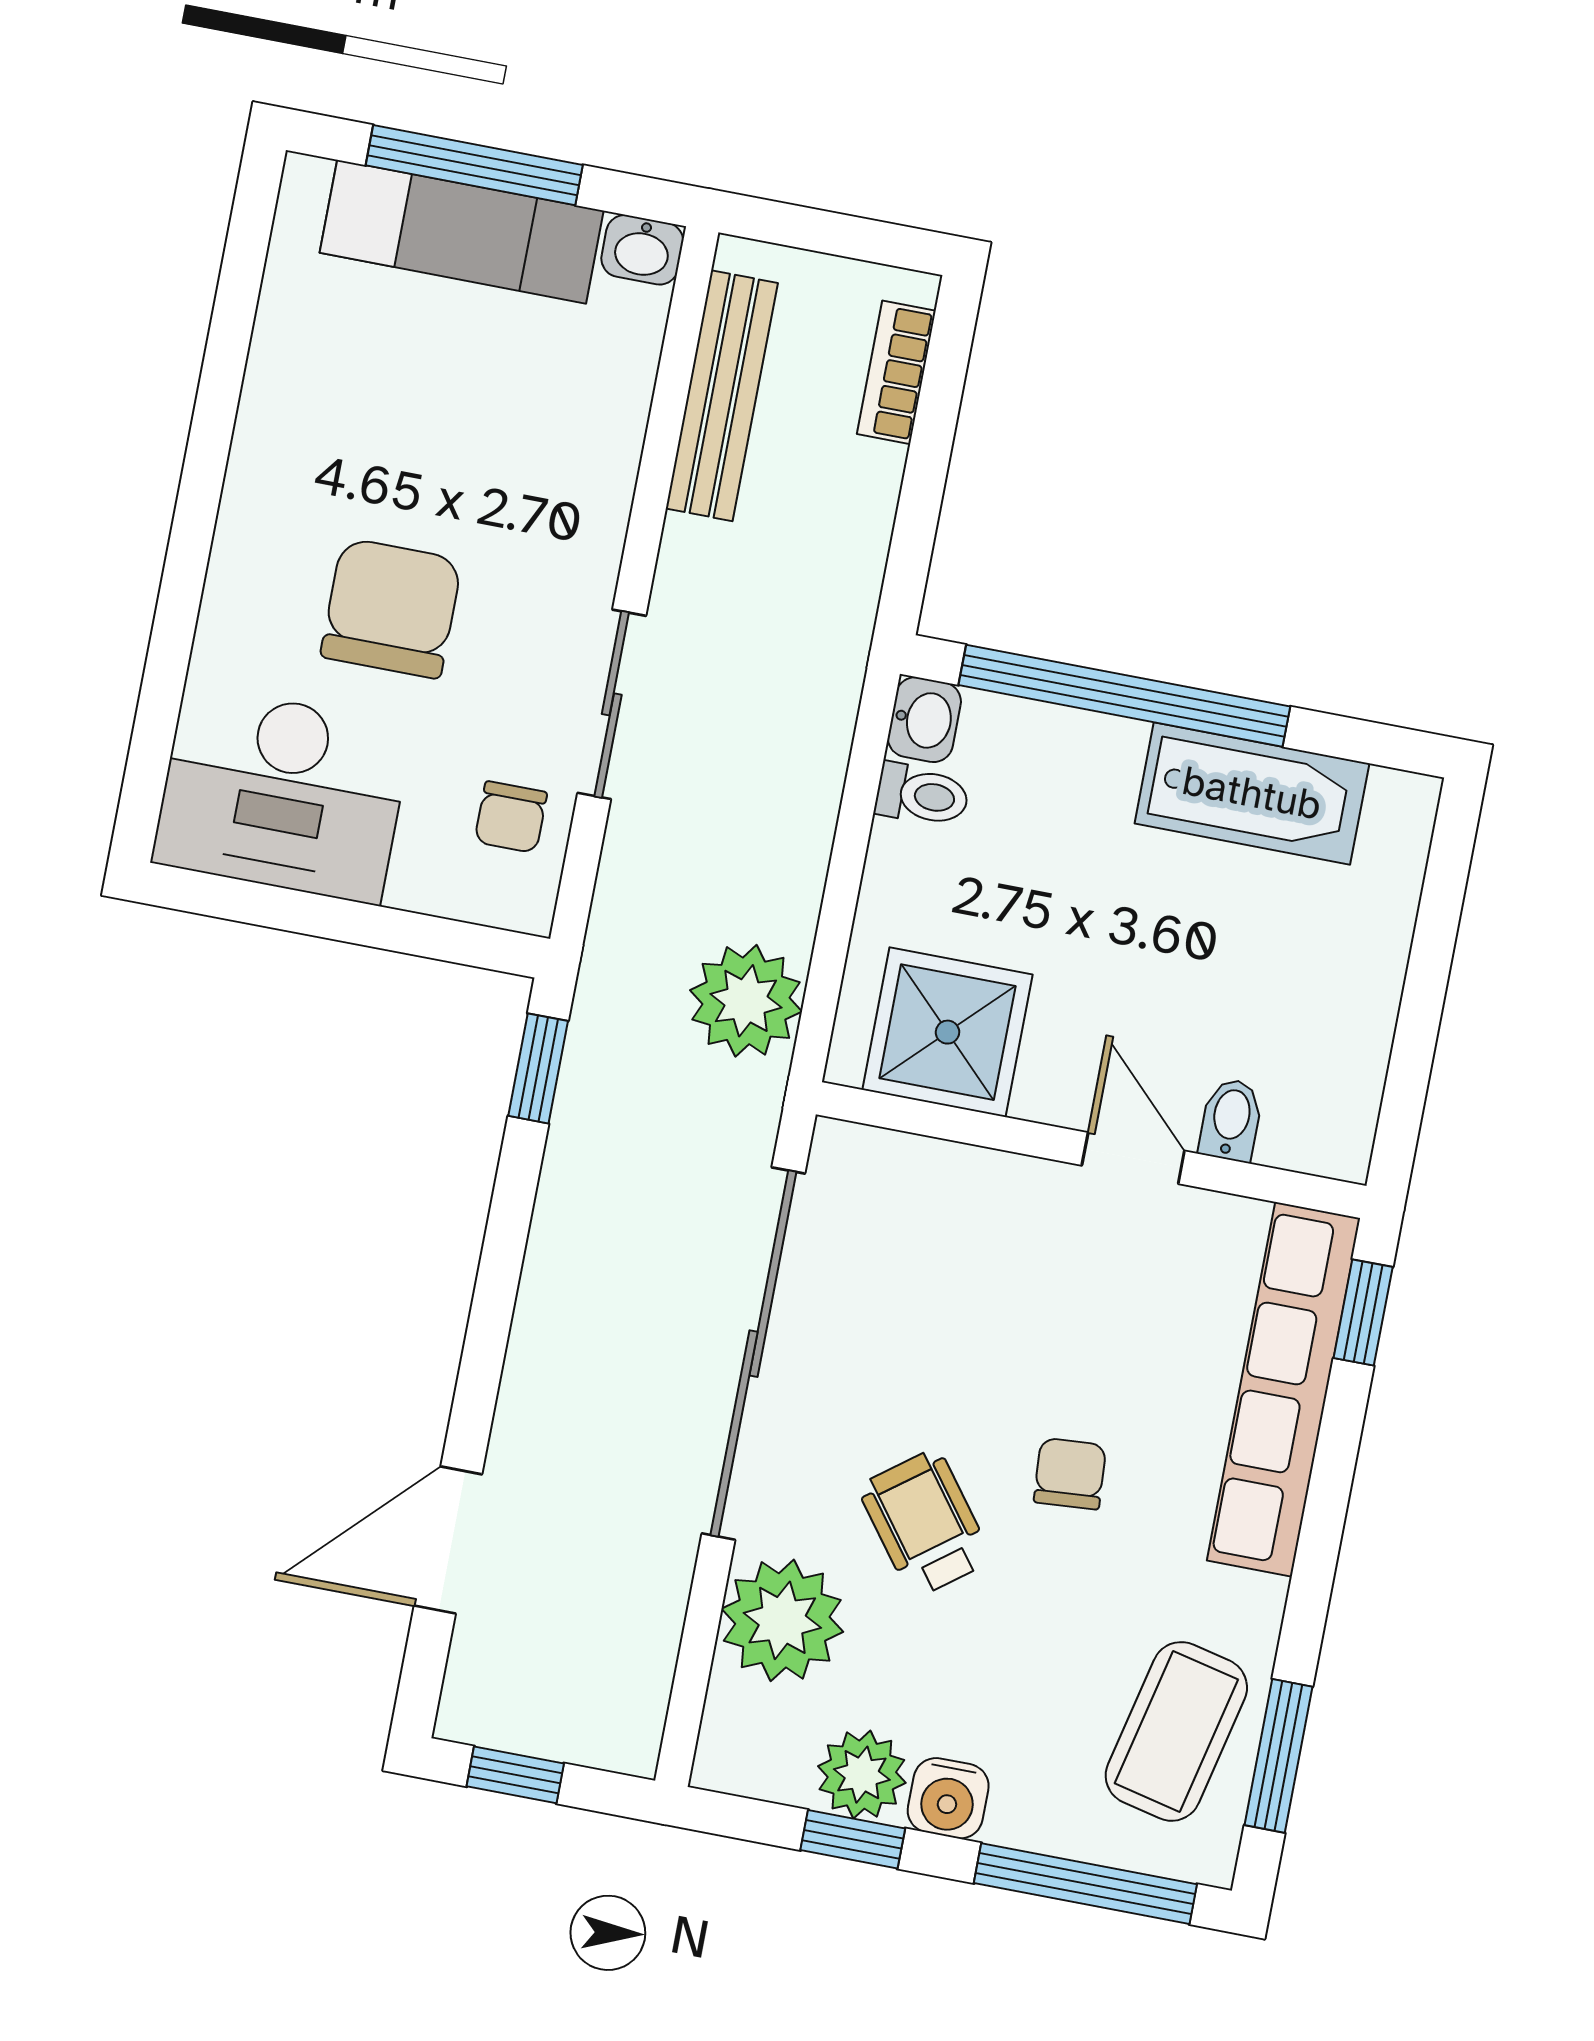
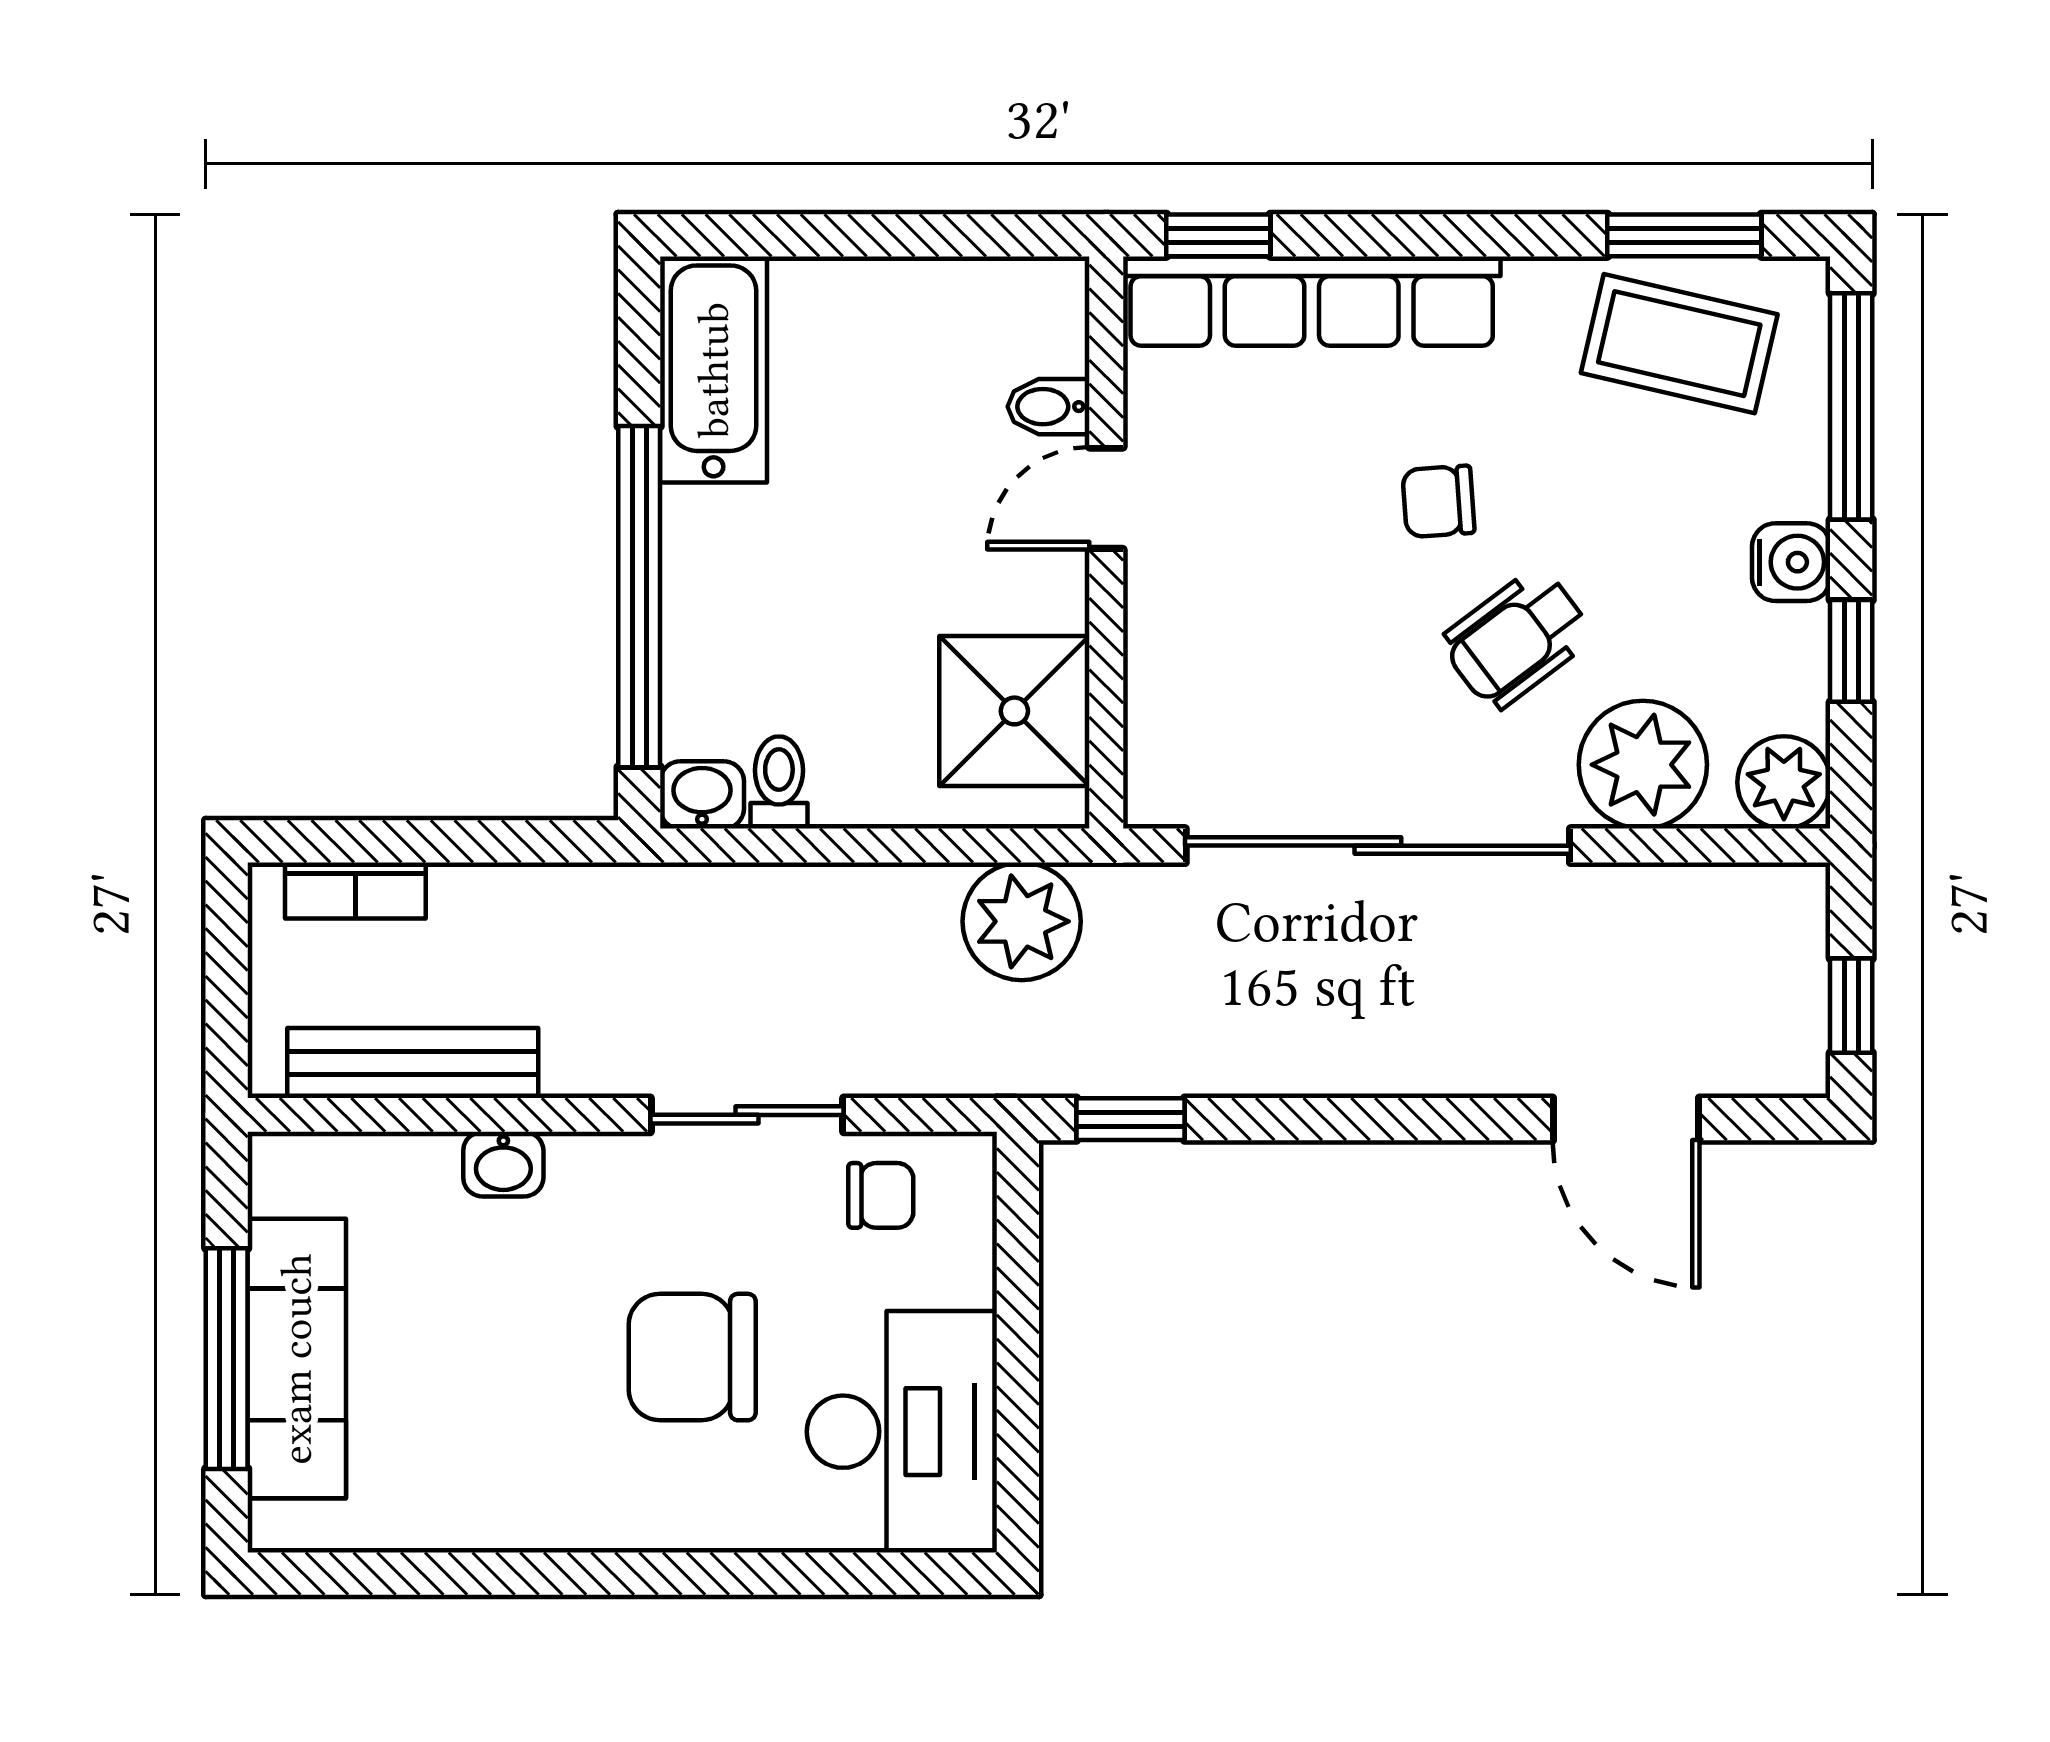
washbasin: (642, 250) -> (503, 1164), moved, turned 90
bathtub: (1252, 793) -> (714, 370), moved
plant: (862, 1775) -> (1784, 782), moved

